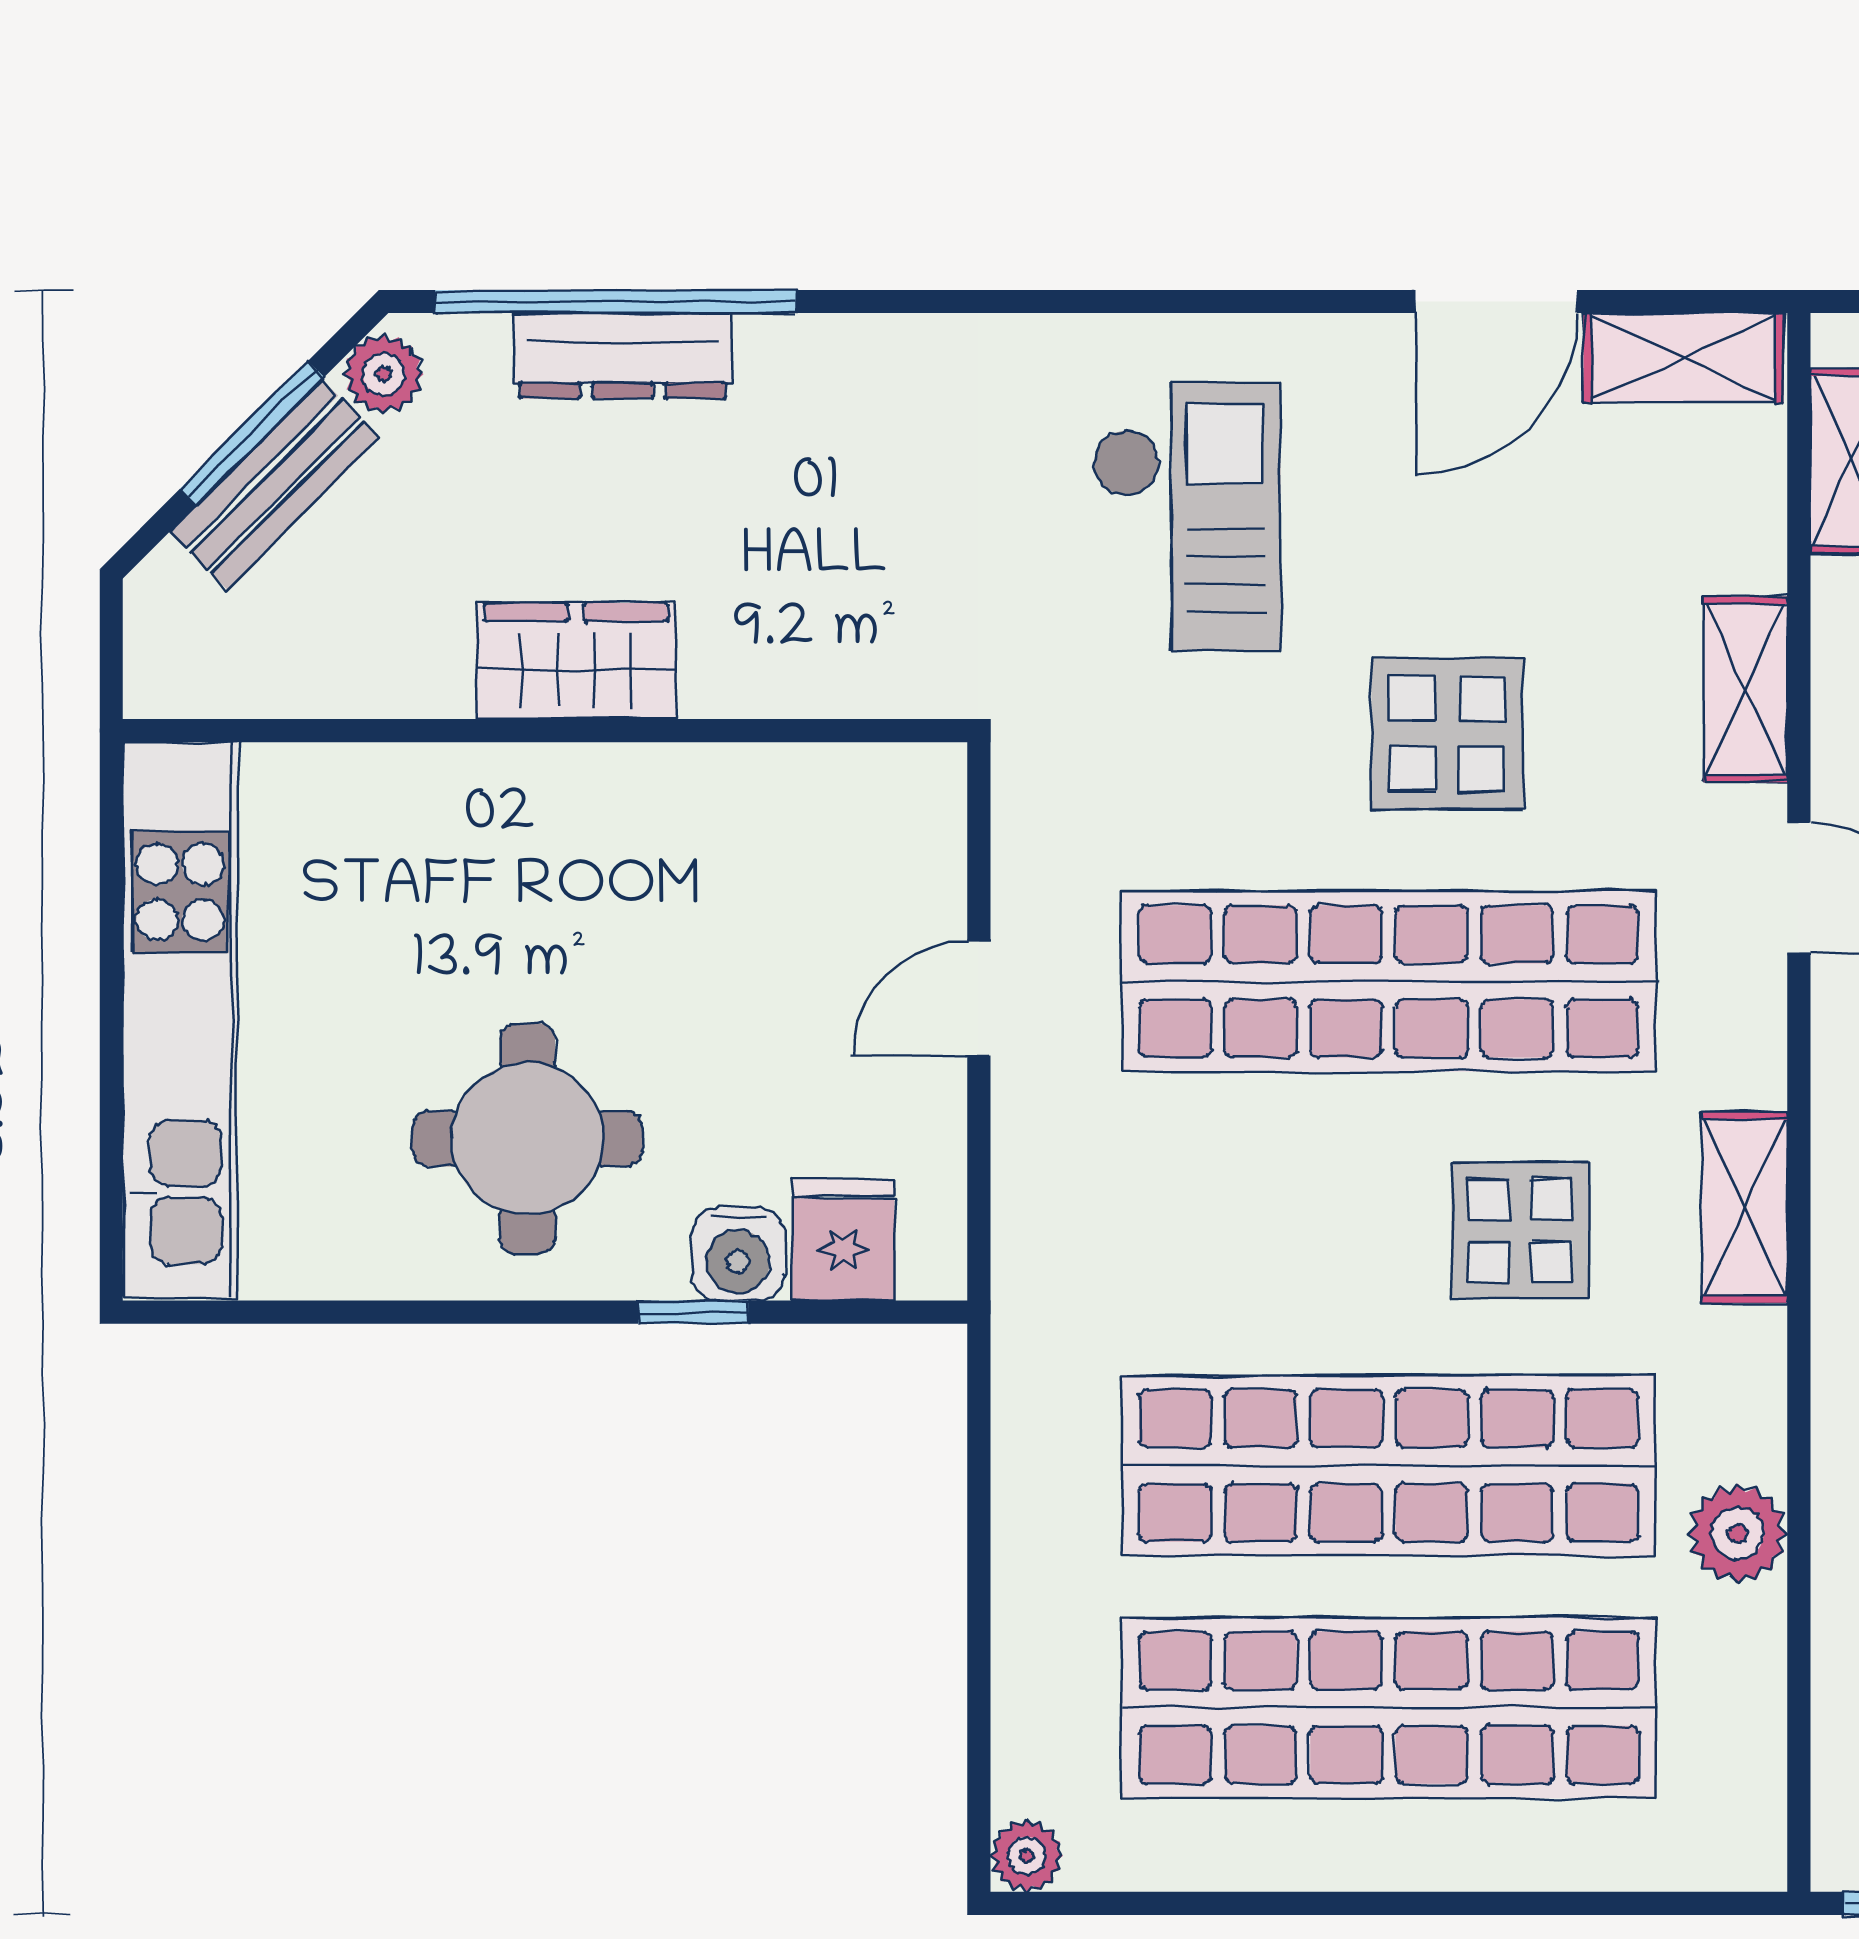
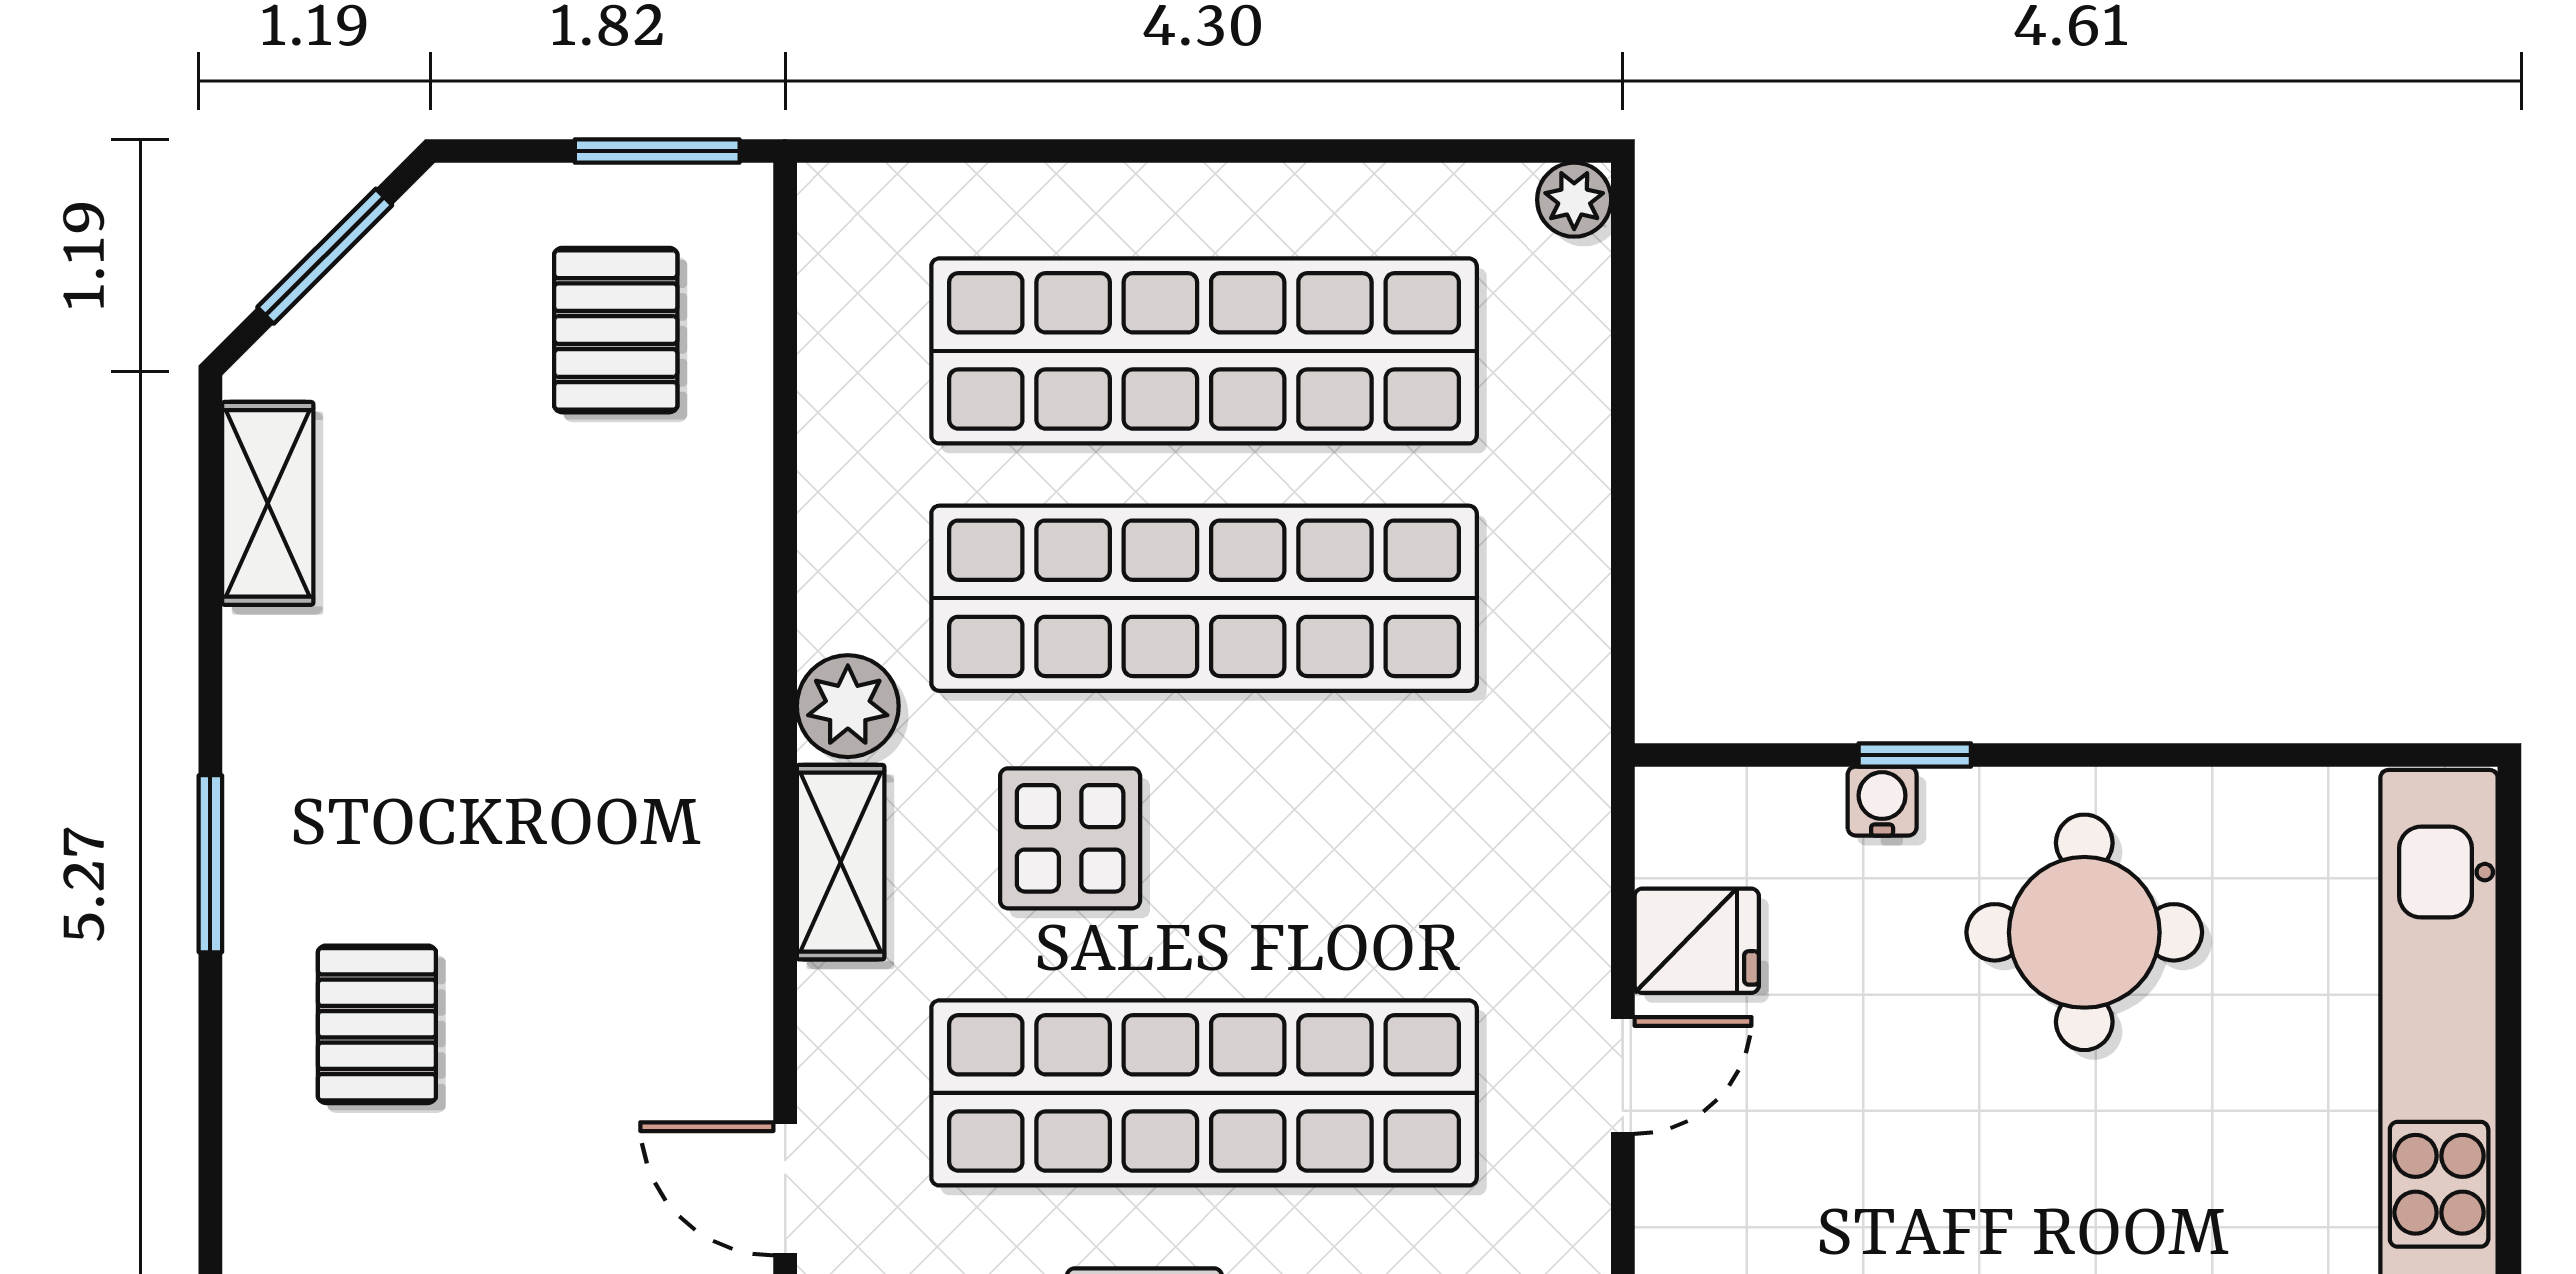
fridge: (843, 1240) -> (1697, 941), moved, turned -90
water cooler: (738, 1254) -> (1882, 801), width x0.72, depth x0.72
plant: (1738, 1533) -> (848, 706), moved

